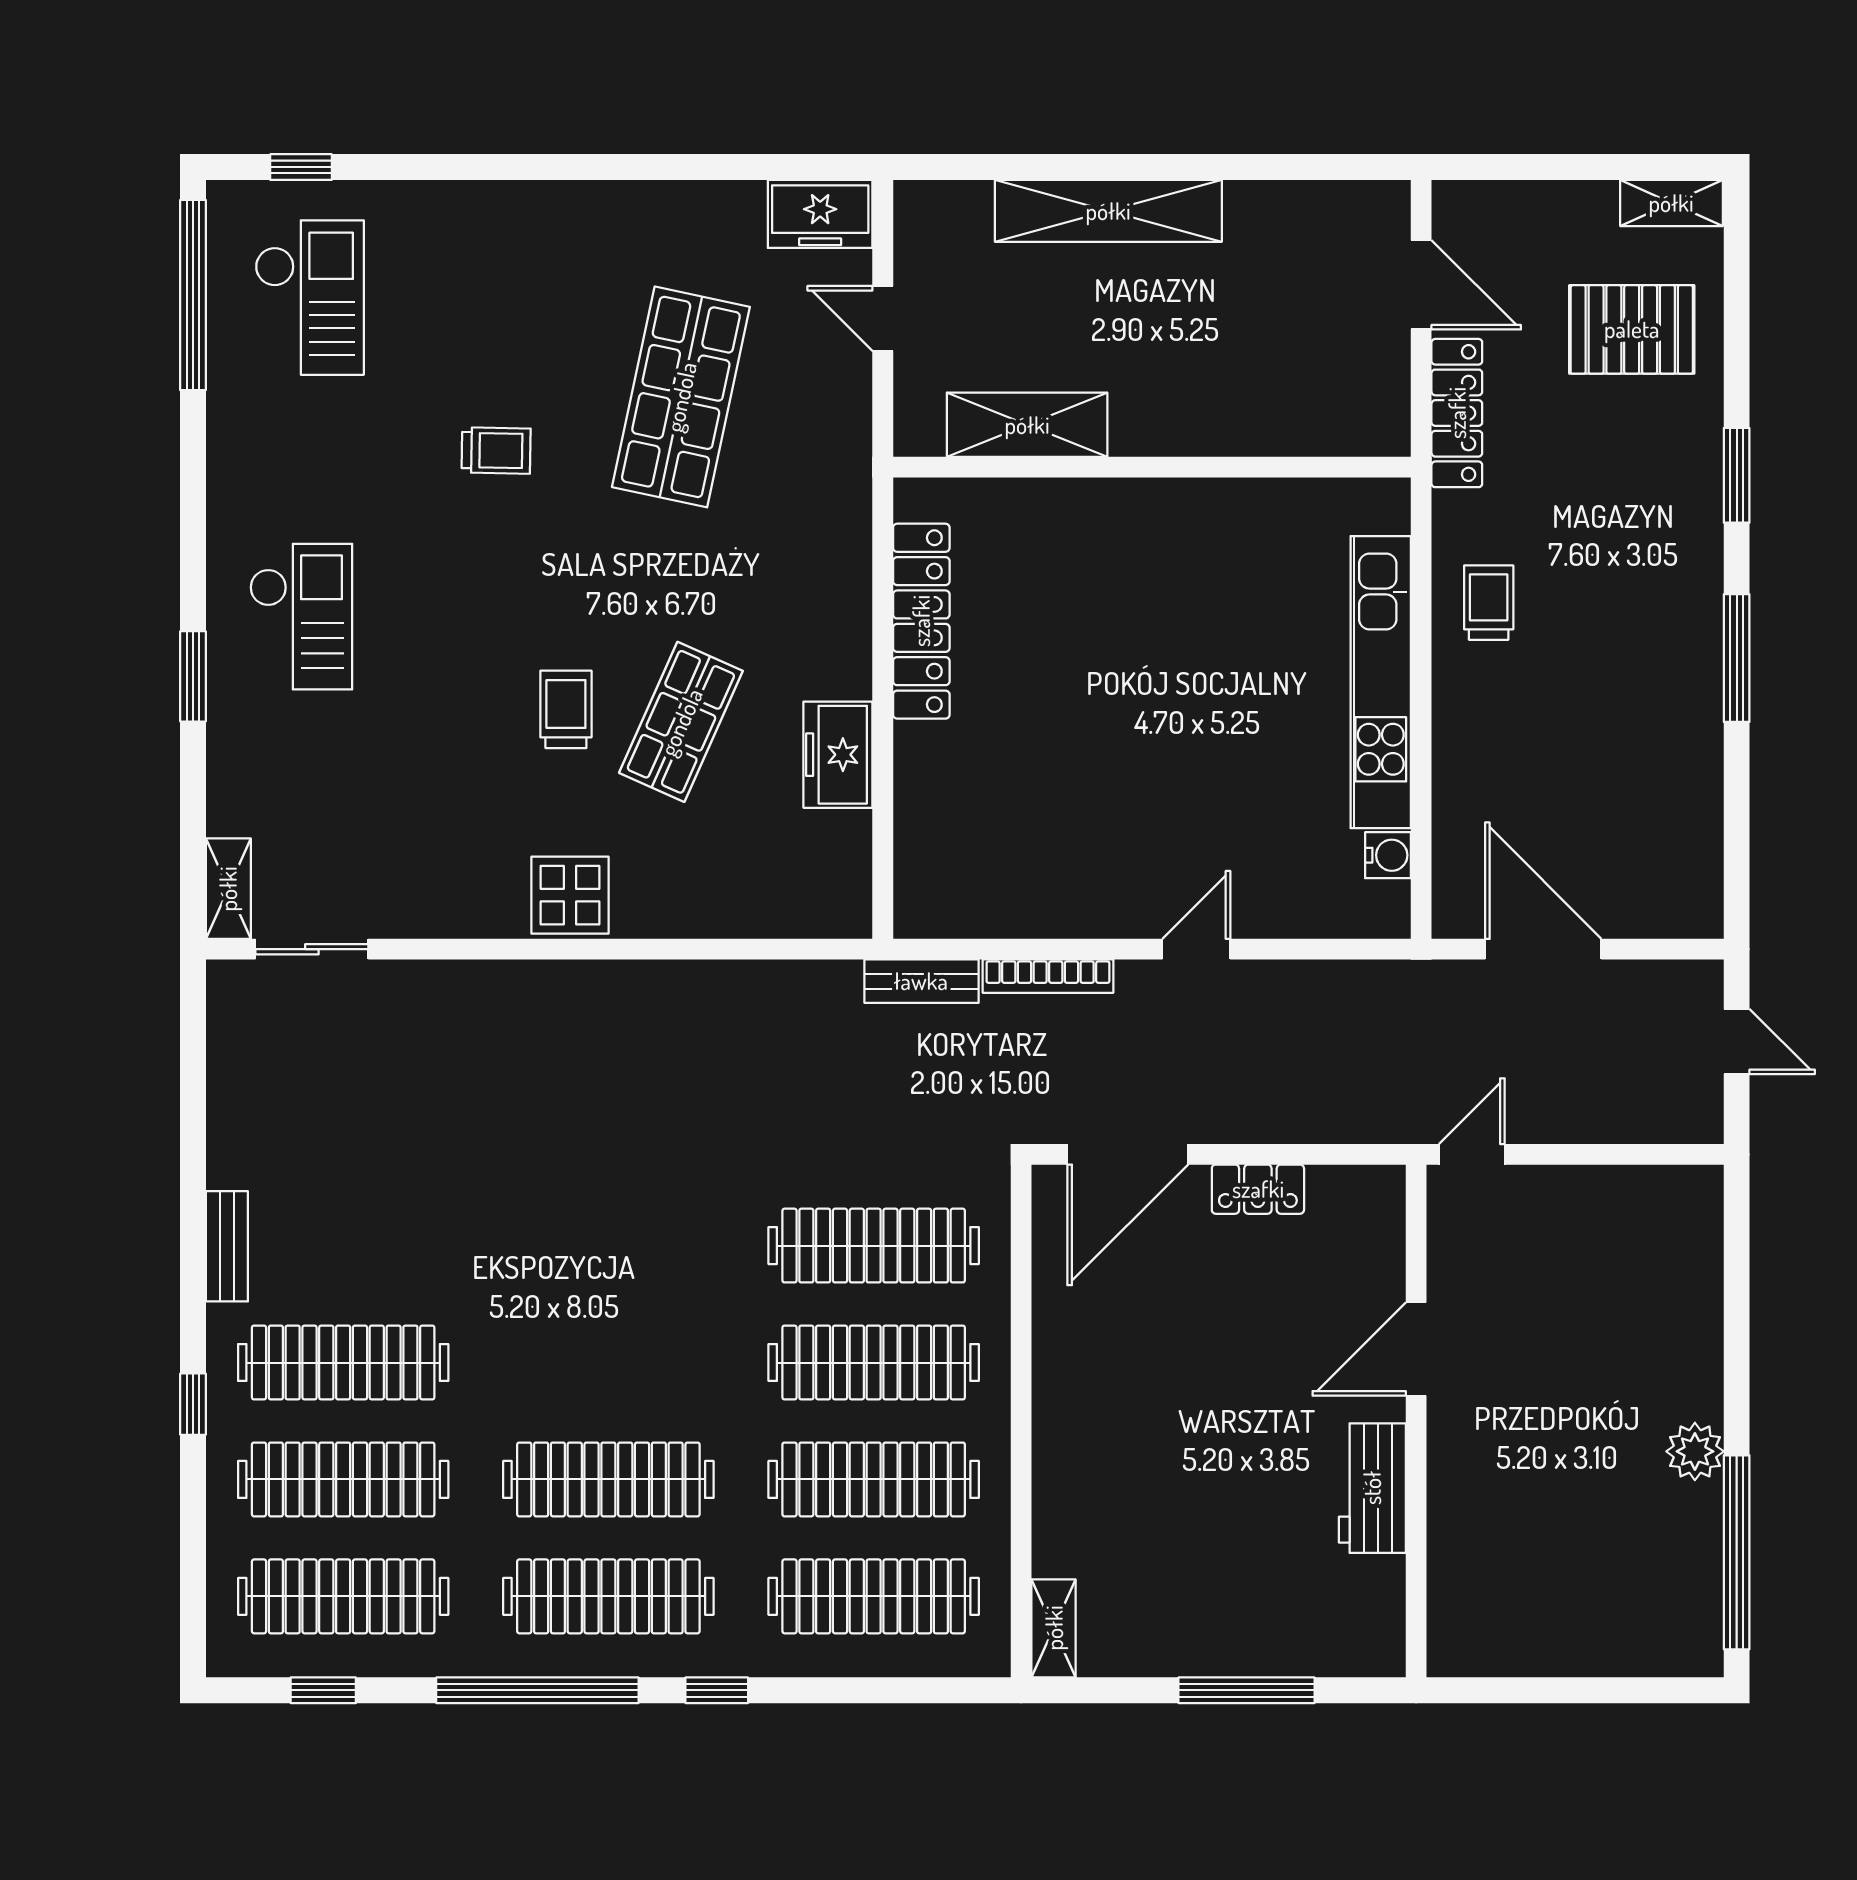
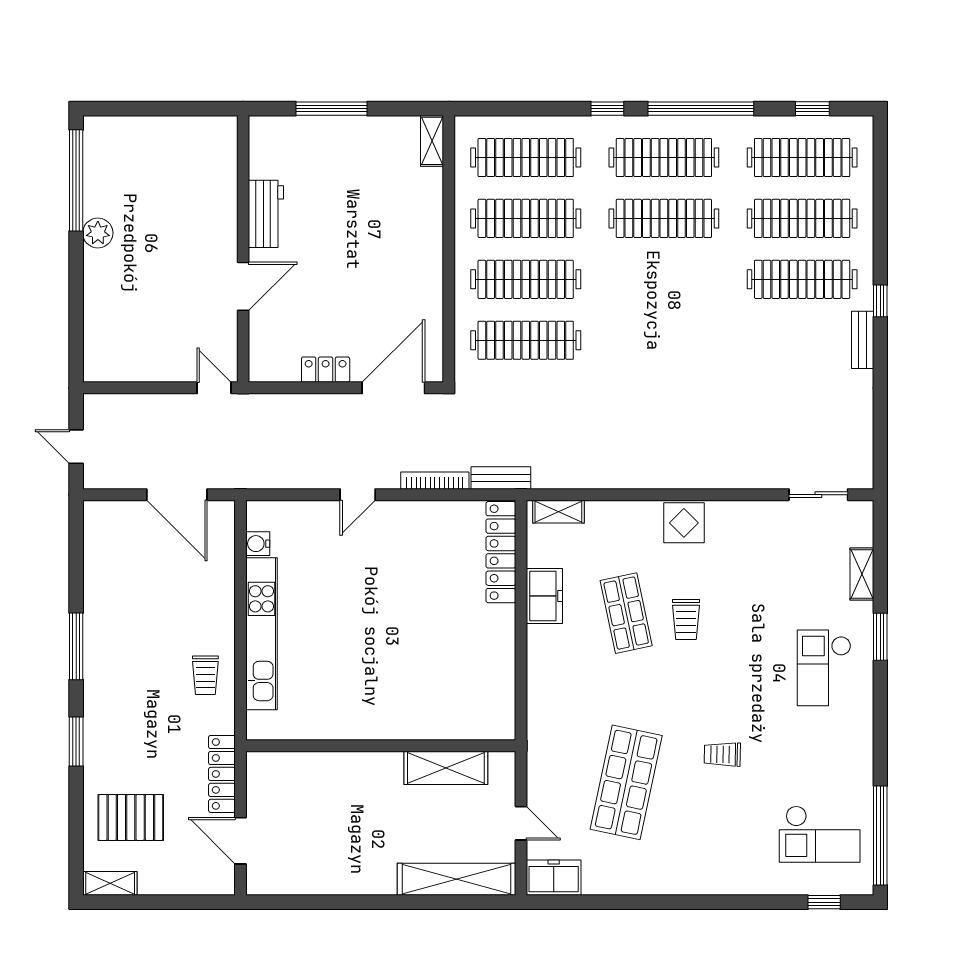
shelving: (1108, 211) -> (457, 879), moved
checkout: (309, 298) -> (820, 834), turned -90
locker: (921, 621) -> (501, 552), moved
shop shelf: (681, 722) -> (626, 613), turned -36
shelving: (228, 889) -> (862, 574), moved
shelving: (811, 917) -> (558, 512), added
door: (1472, 1154) -> (214, 388), swing flipped
window: (193, 1404) -> (880, 301), moved

